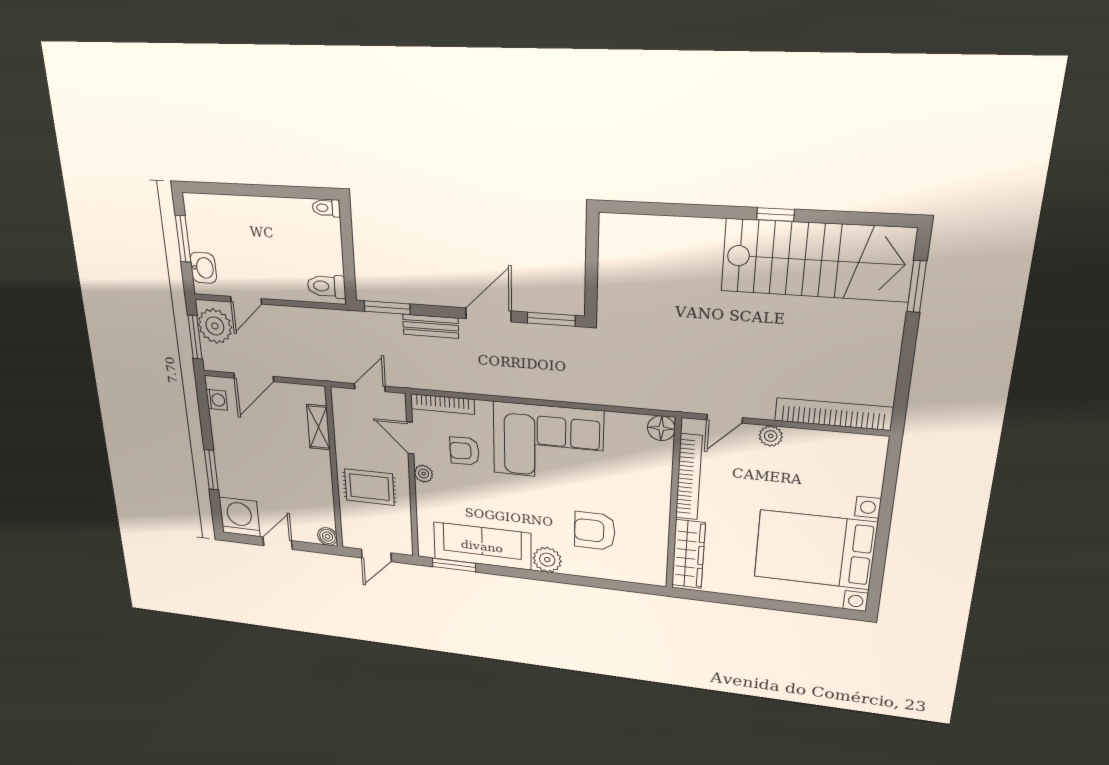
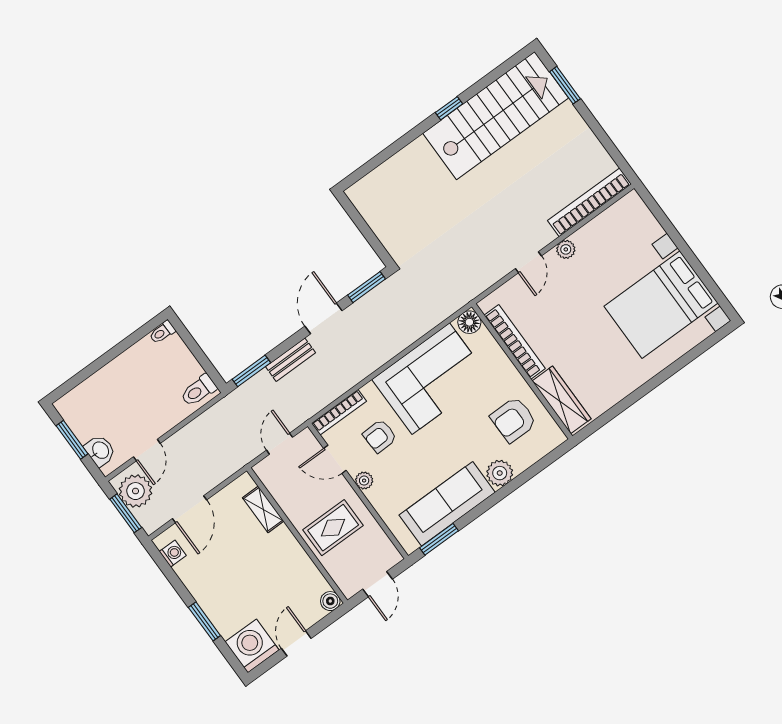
floor lamp: (661, 428) -> (469, 322), moved
bookcase: (689, 477) -> (515, 342), moved
wall: (674, 505) -> (522, 371), moved
wardrobe: (688, 554) -> (562, 400), moved

